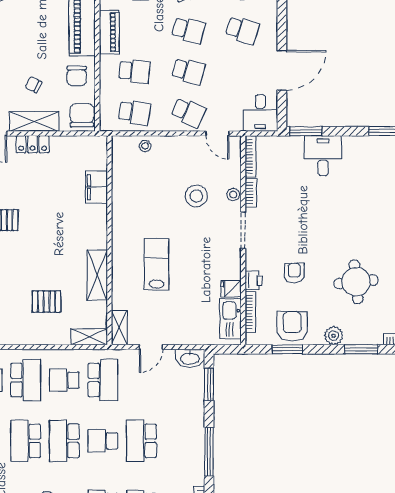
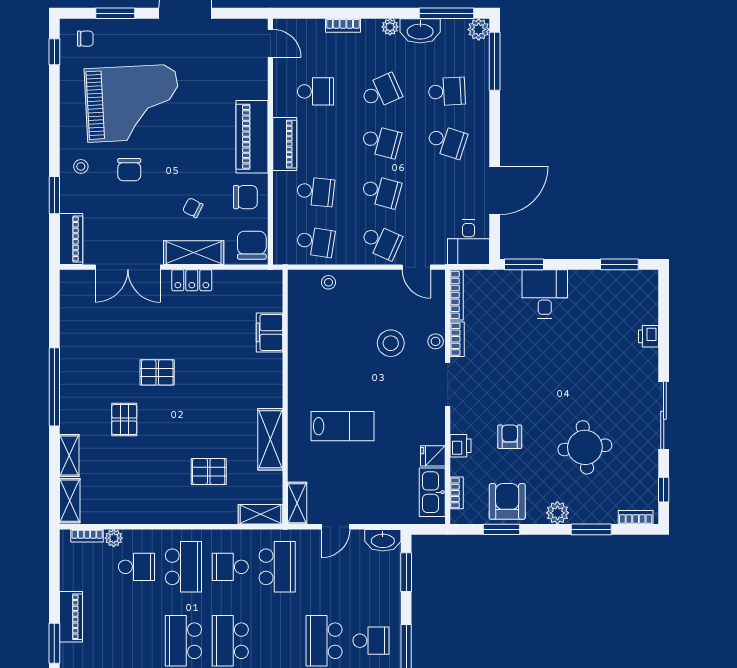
chair: (77, 76) -> (245, 197), turned -90
lab bench: (157, 264) -> (342, 426), turned 90
bookcase: (251, 312) -> (457, 493), width x0.64
school desk: (103, 441) -> (371, 641), moved, turned 180

